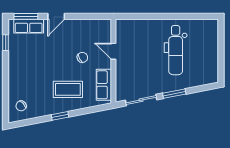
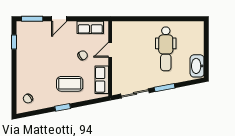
row of seats: (29, 26) -> (90, 27), moved
door: (113, 51) -> (110, 50), hinge flipped
washbasin: (211, 69) -> (197, 66), added

